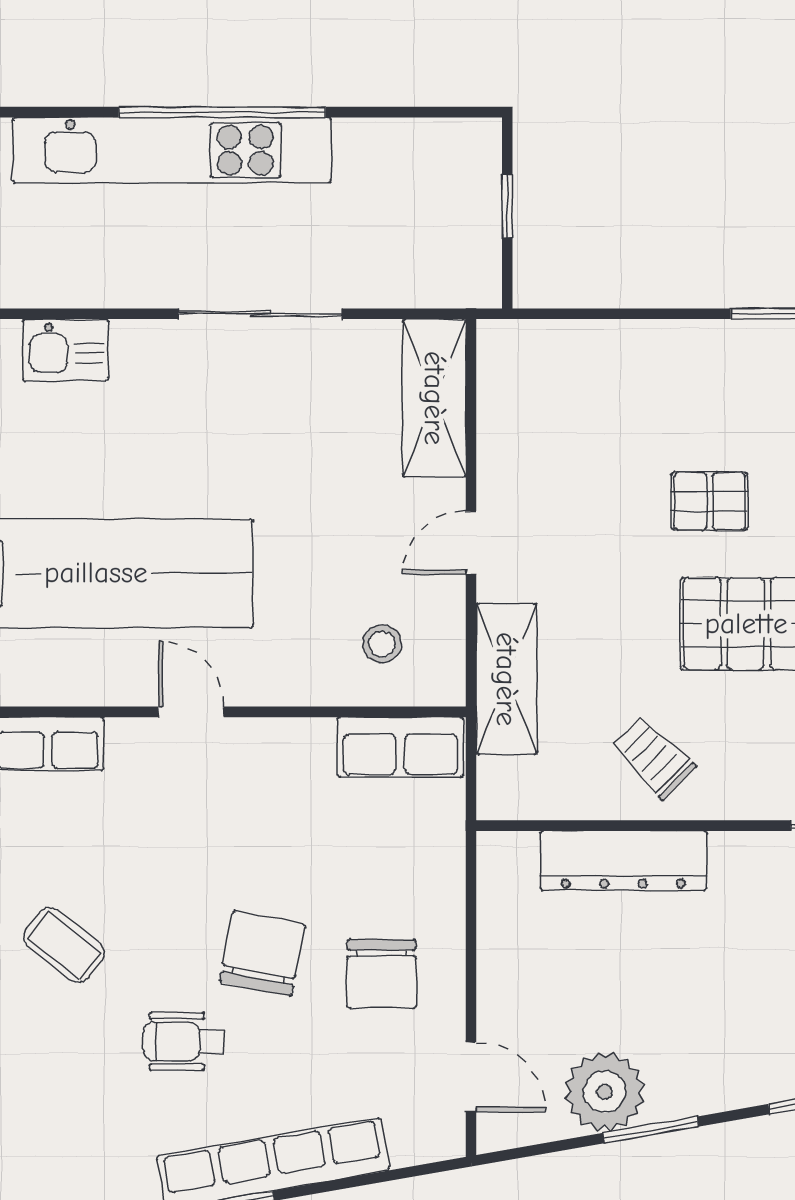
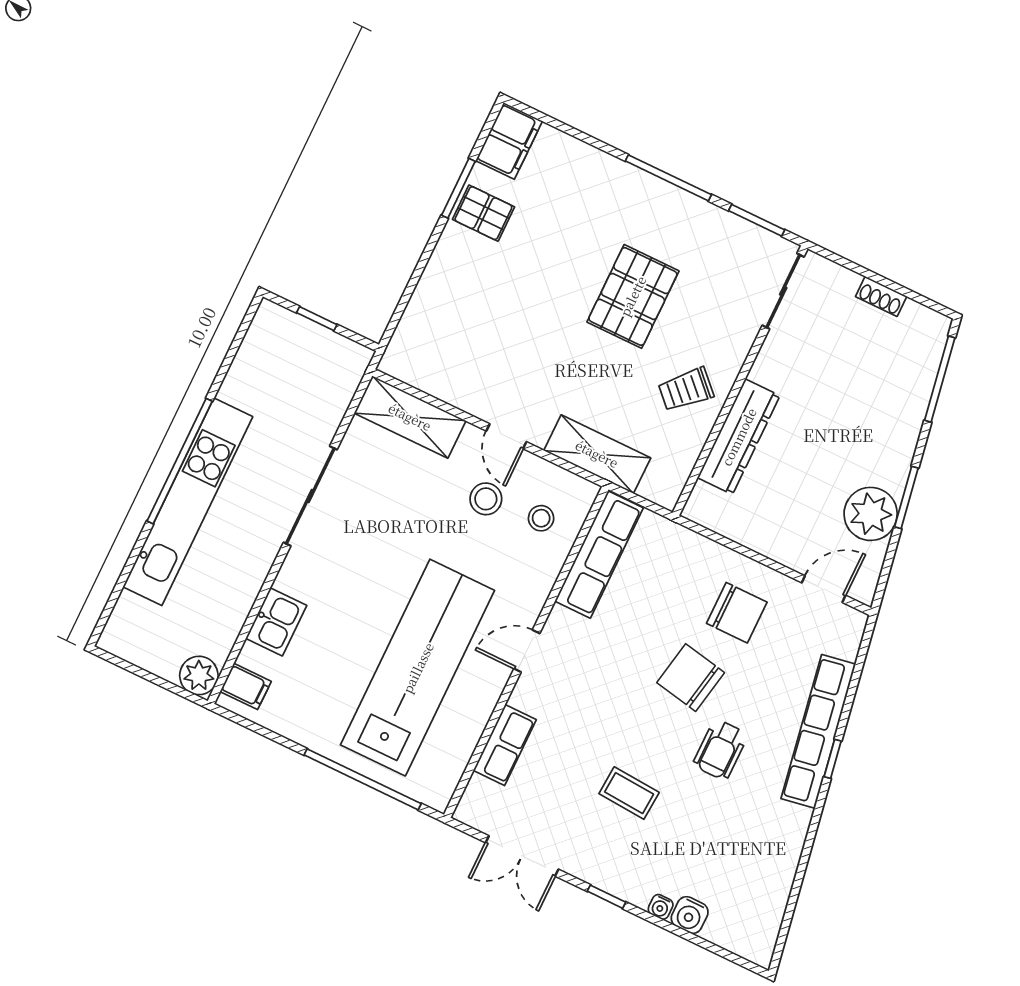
pallet: (710, 501) -> (483, 213), moved, turned 90
stool: (372, 556) -> (486, 499), added
row of seats: (400, 747) -> (599, 555), width x1.48
coffee table: (64, 945) -> (629, 793), turned 56

